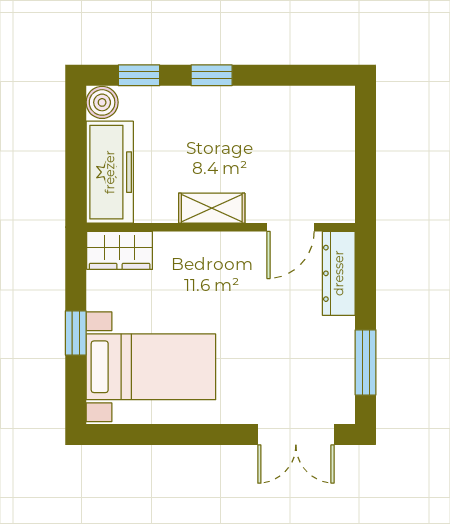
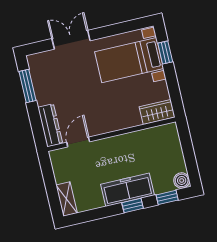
freezer: (110, 172) -> (128, 190), moved, turned 90
shelving: (212, 208) -> (67, 199), moved, turned 90
window: (76, 333) -> (165, 53), moved
double door: (296, 435) -> (71, 40), moved

